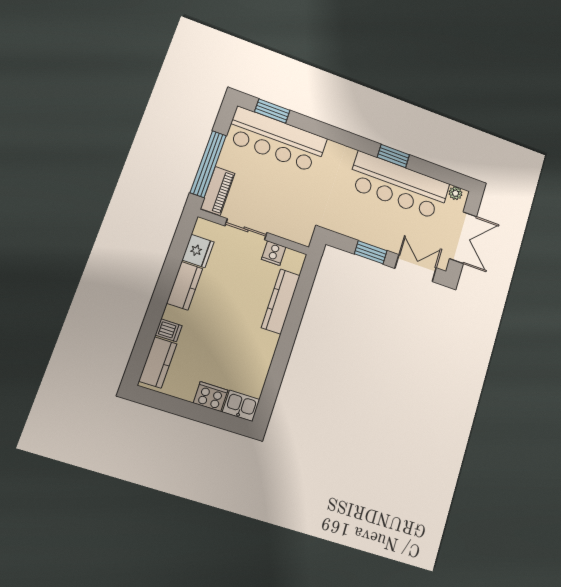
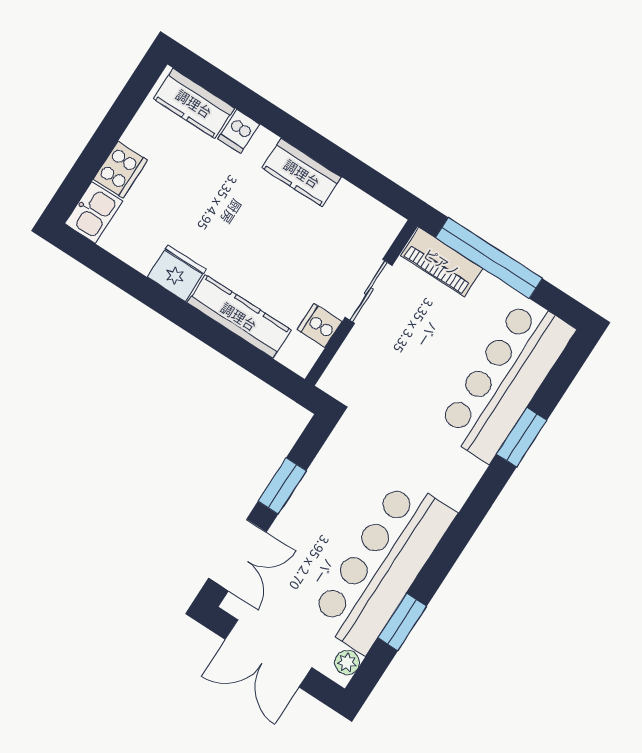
window: (272, 111) -> (522, 437), moved
window: (393, 156) -> (402, 622), moved
fridge: (198, 251) -> (177, 273), moved, turned 180

